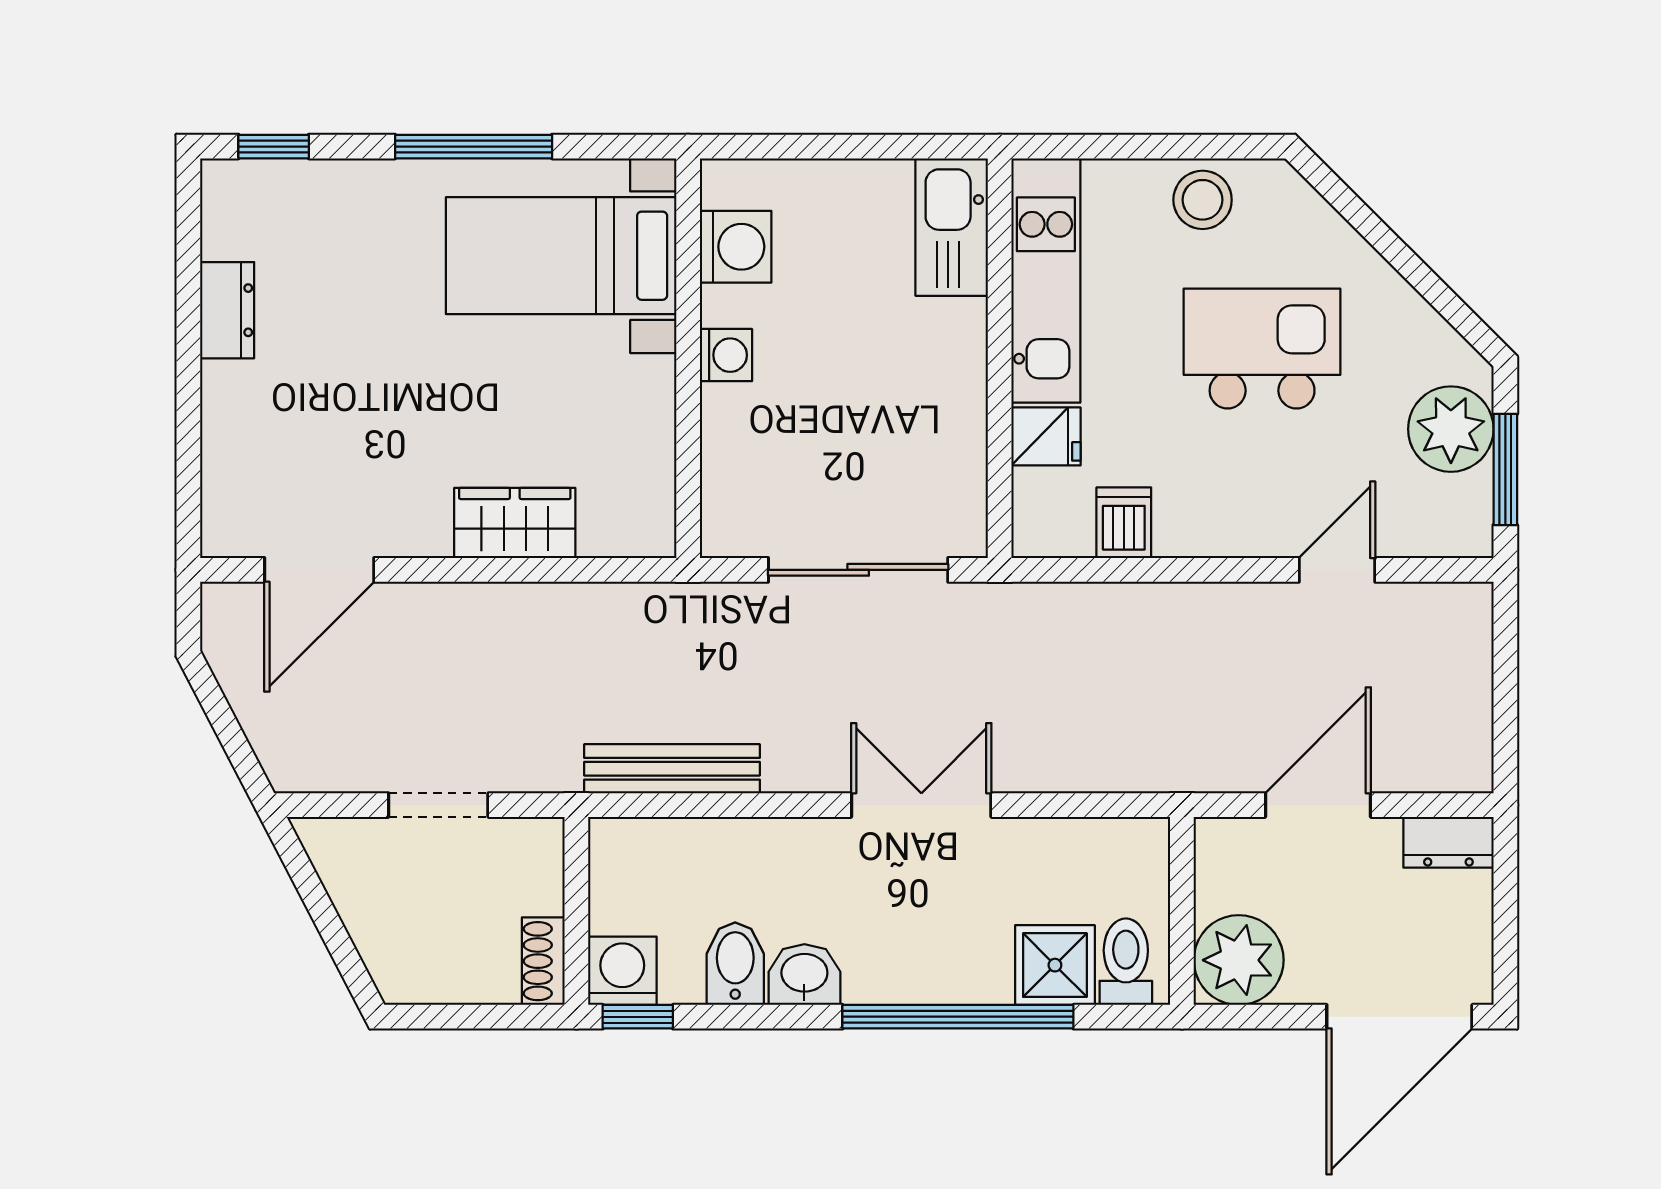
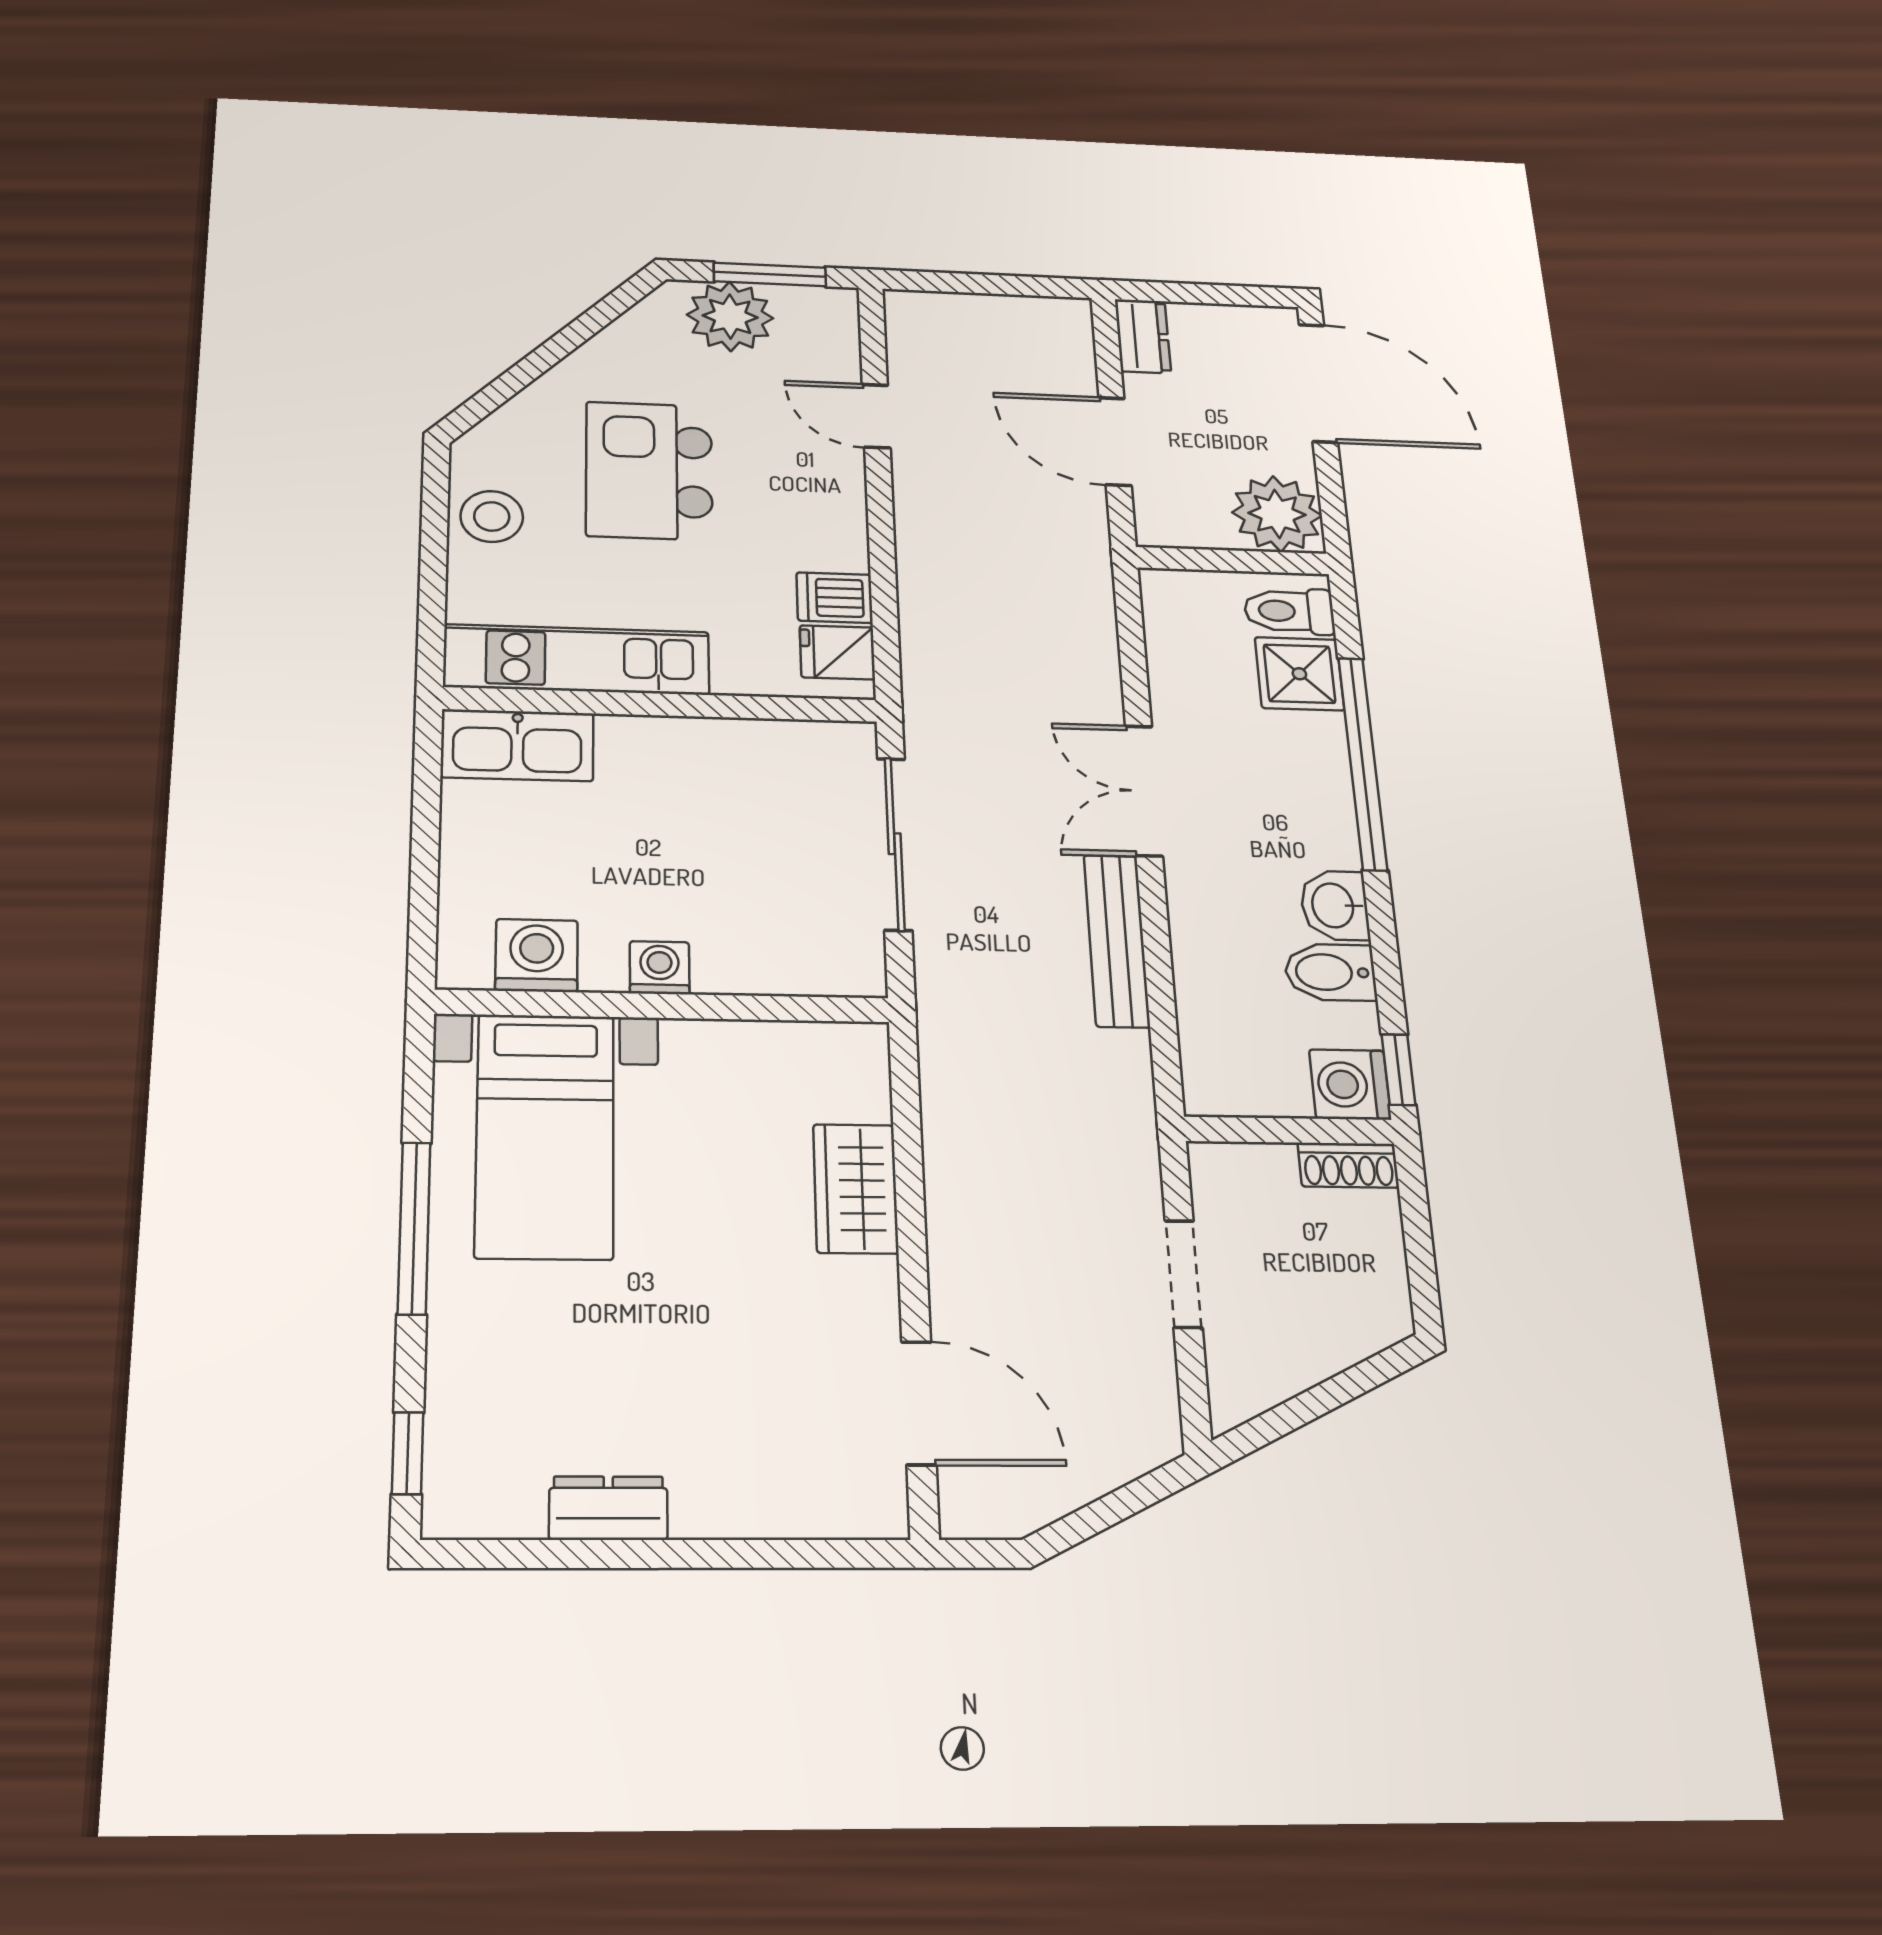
fridge: (1046, 436) -> (837, 652), moved, turned -90
bench: (672, 769) -> (1117, 941), moved

